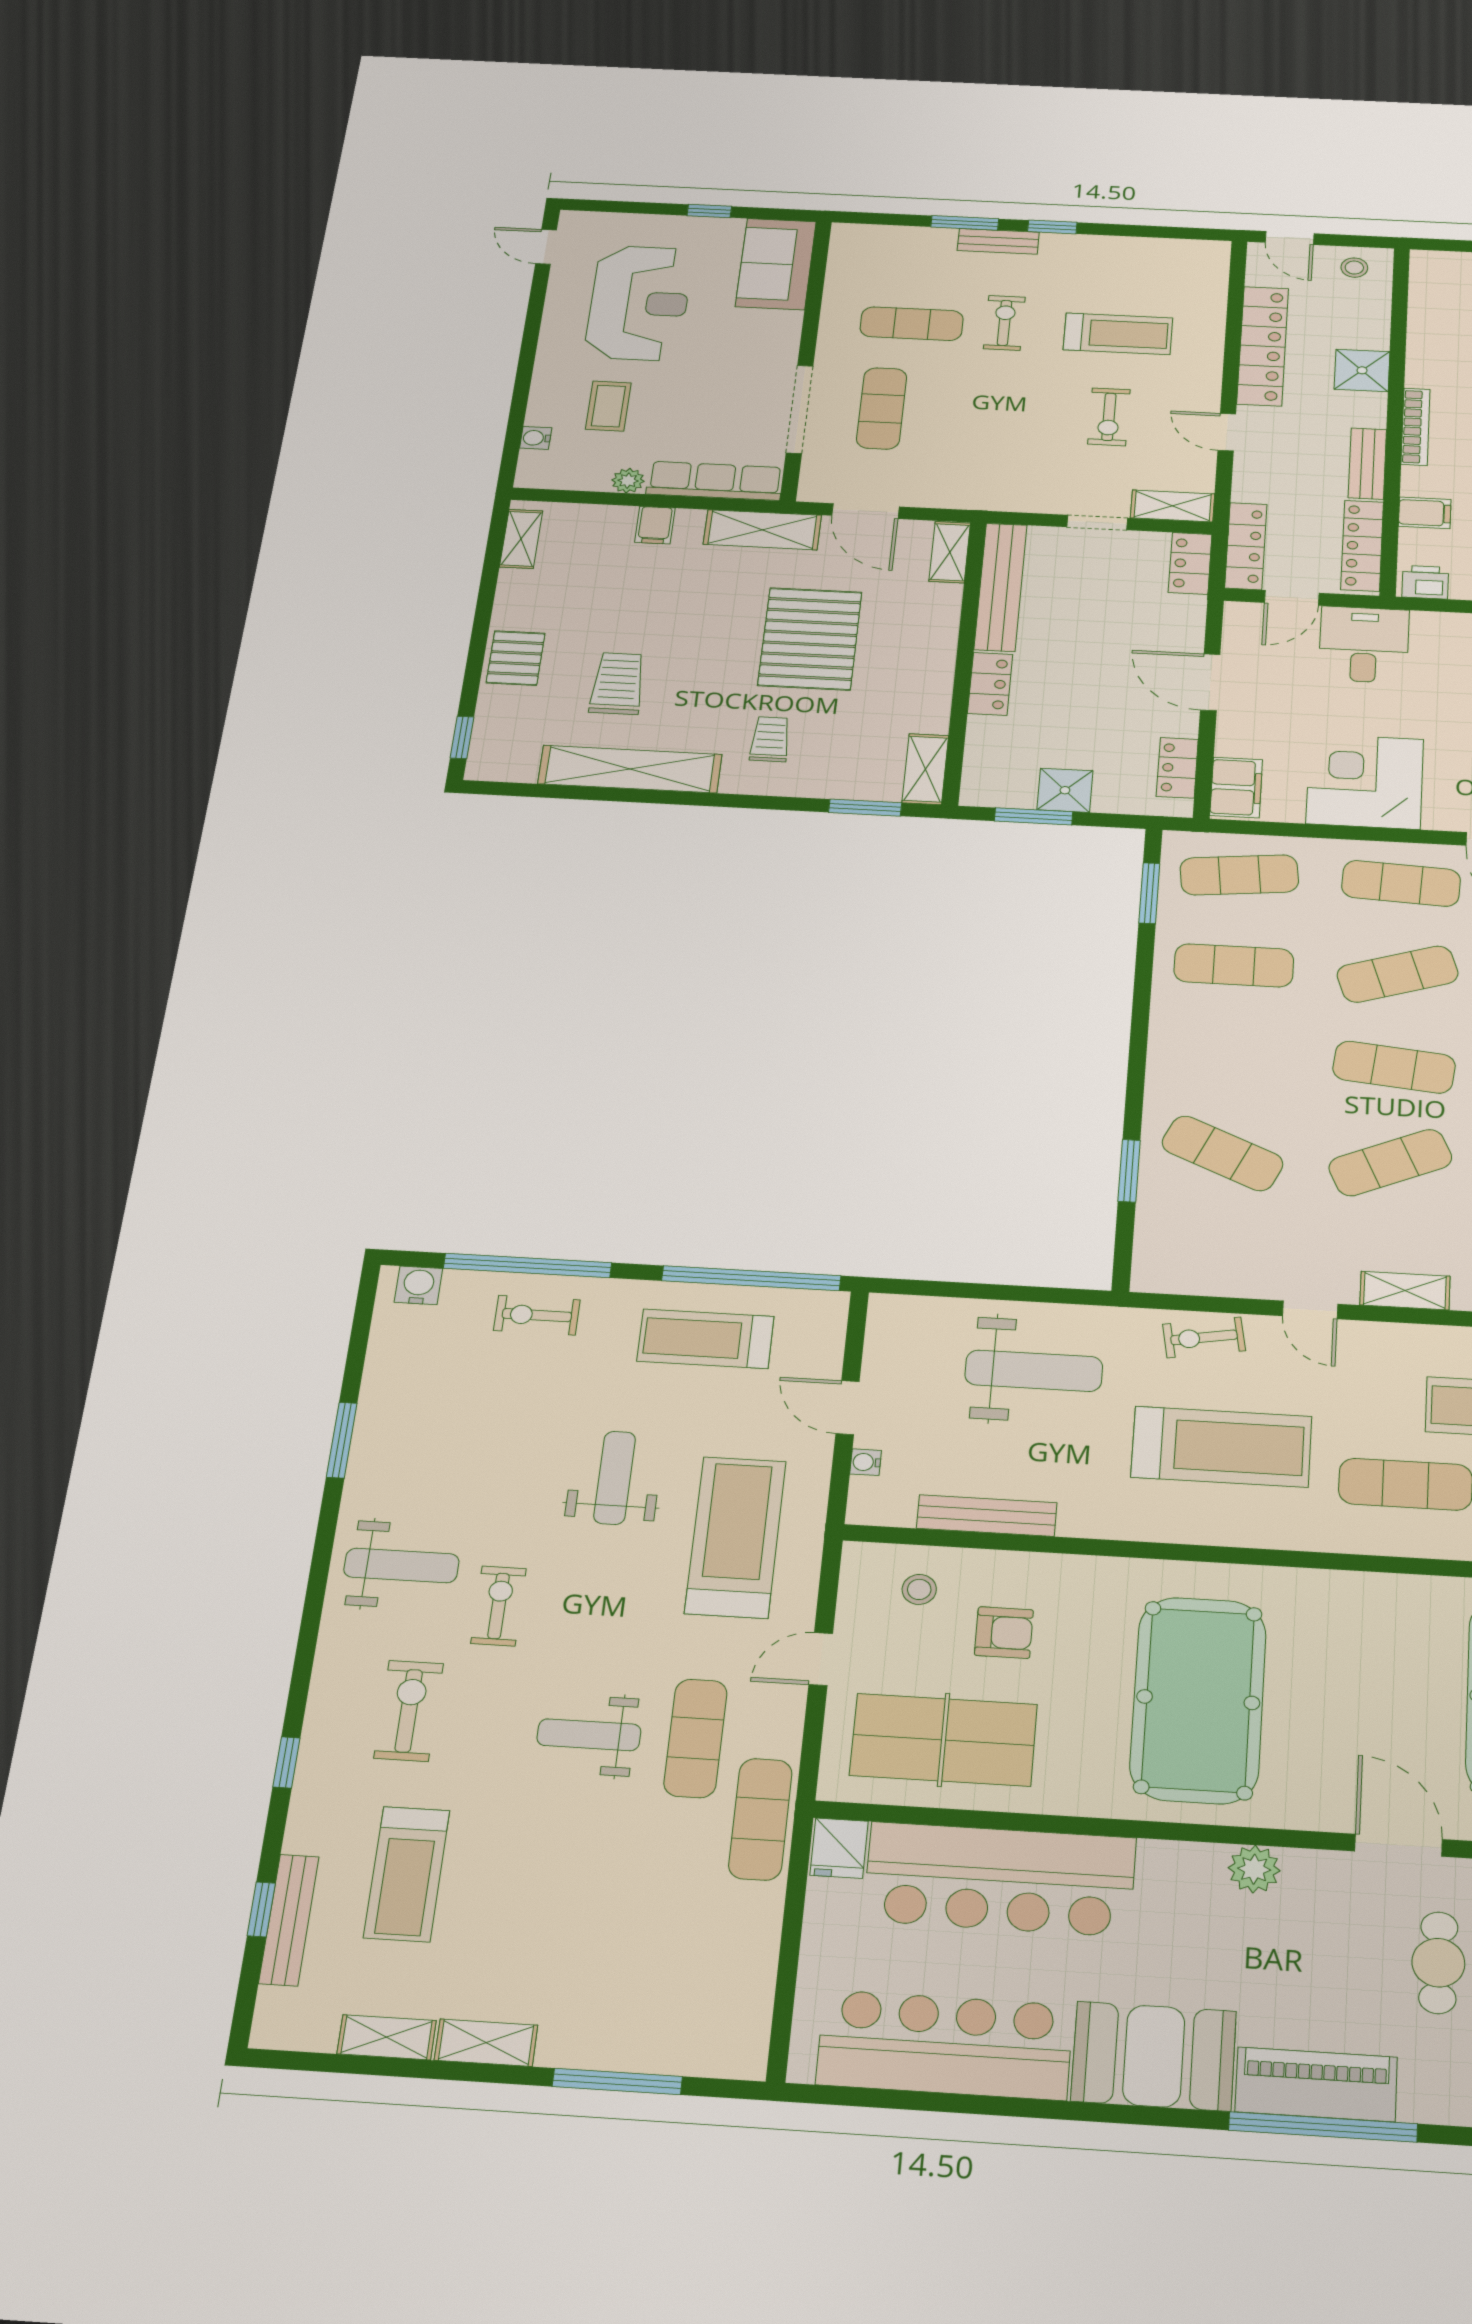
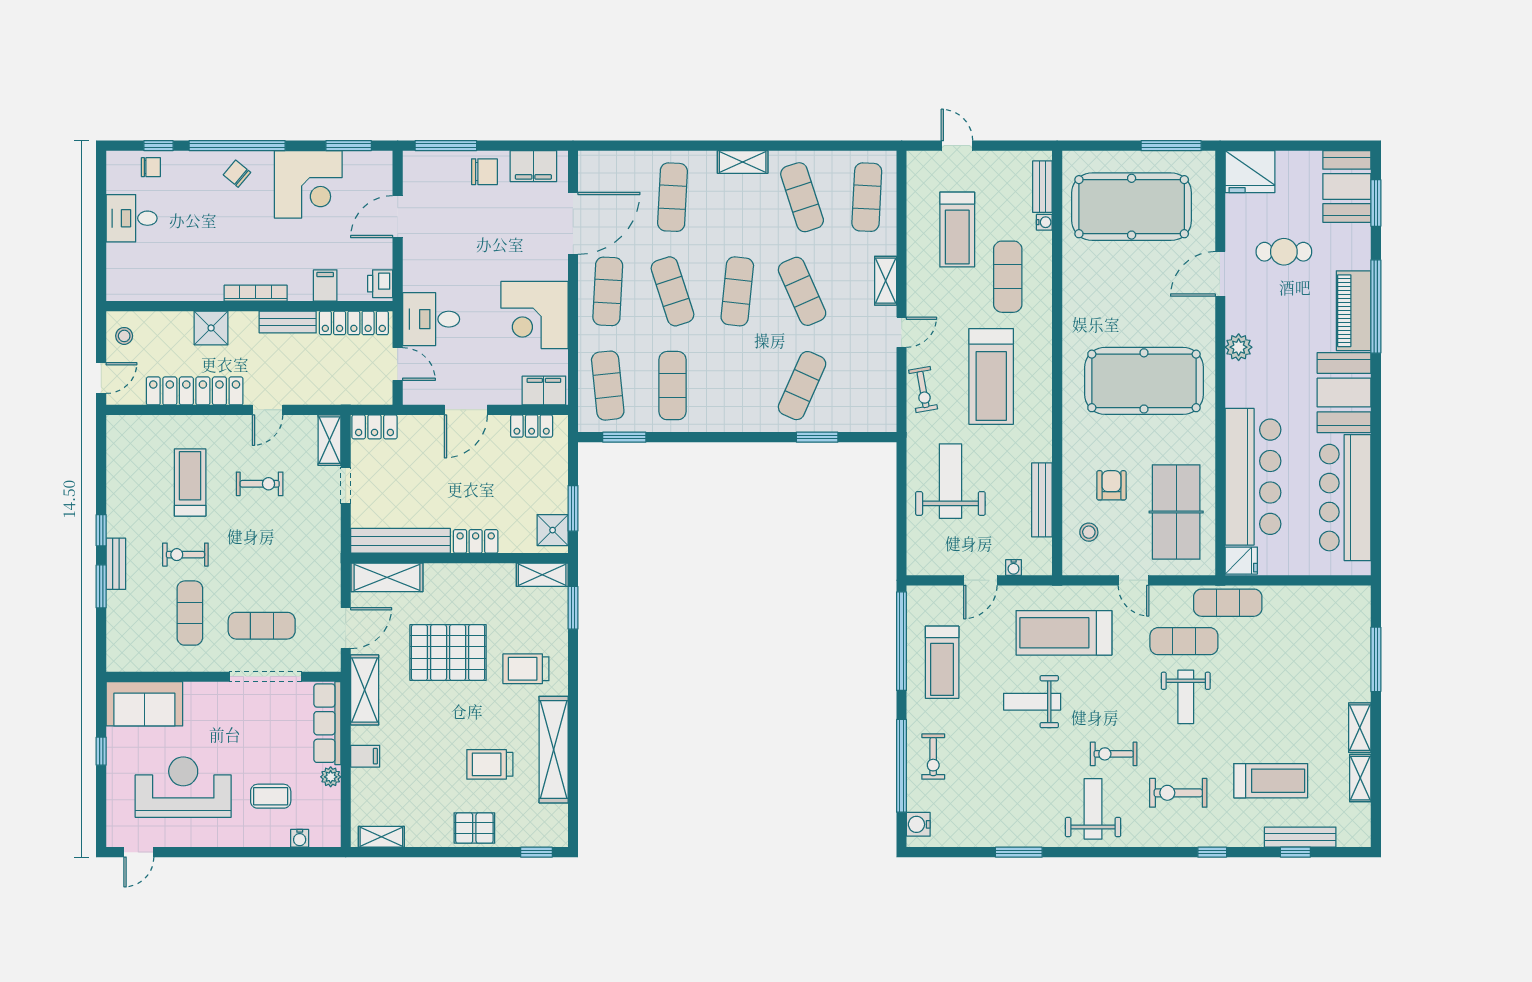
locker: (1246, 546) -> (359, 394), removed
shelving: (950, 552) -> (387, 577), width x1.50, depth x1.33
trolley: (770, 739) -> (526, 669), width x1.36, depth x1.39
shower: (1065, 790) -> (553, 530), moved
treadmill: (1221, 1447) -> (991, 377), turned 180

